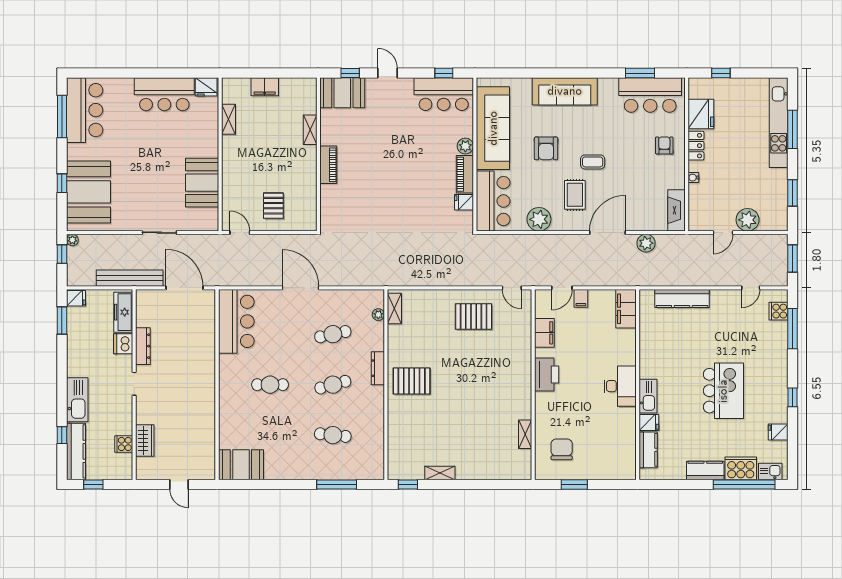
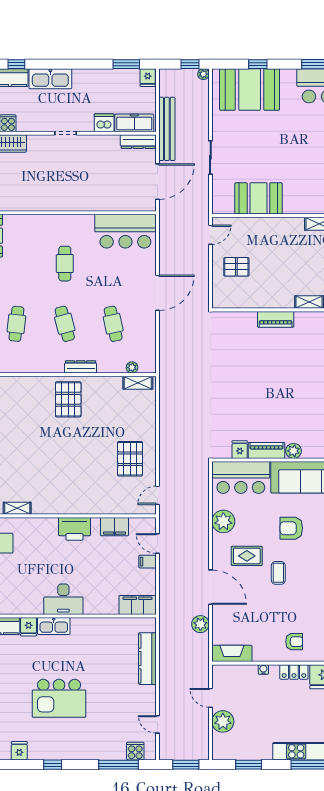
dresser: (143, 346) -> (138, 142), moved

